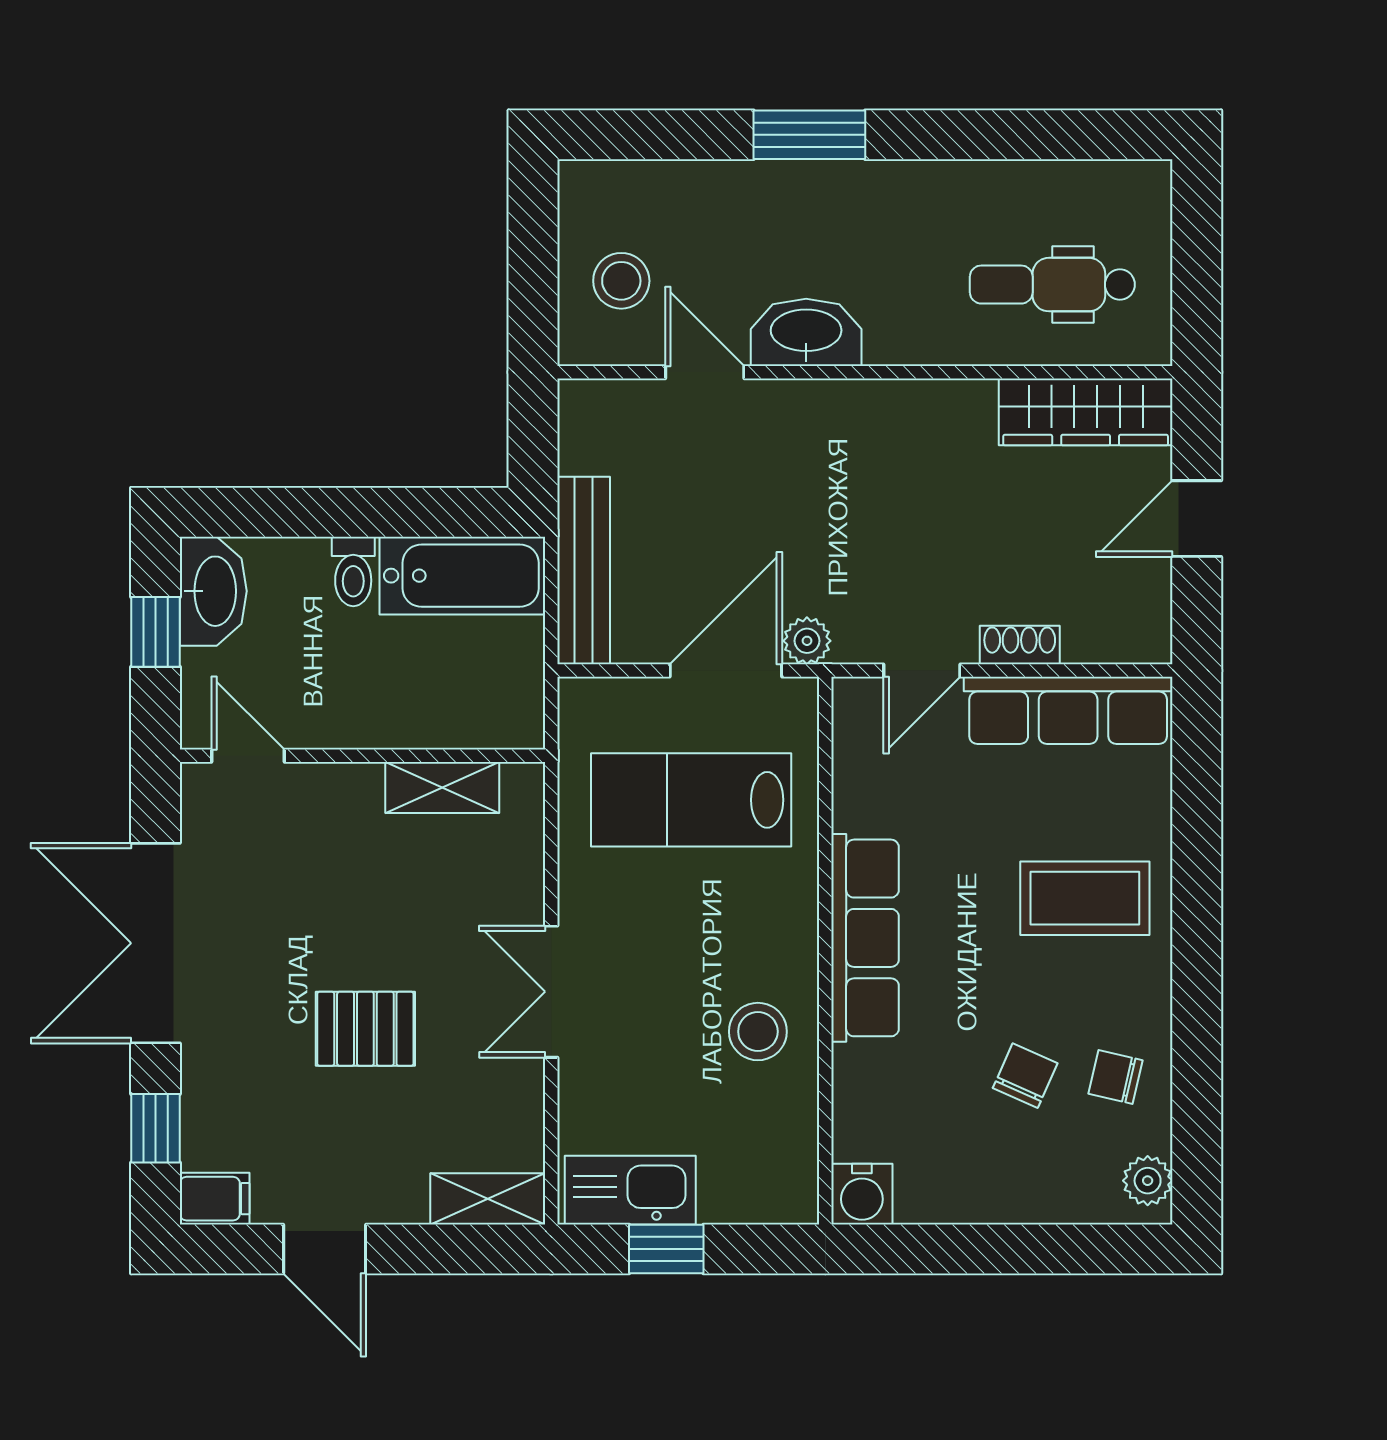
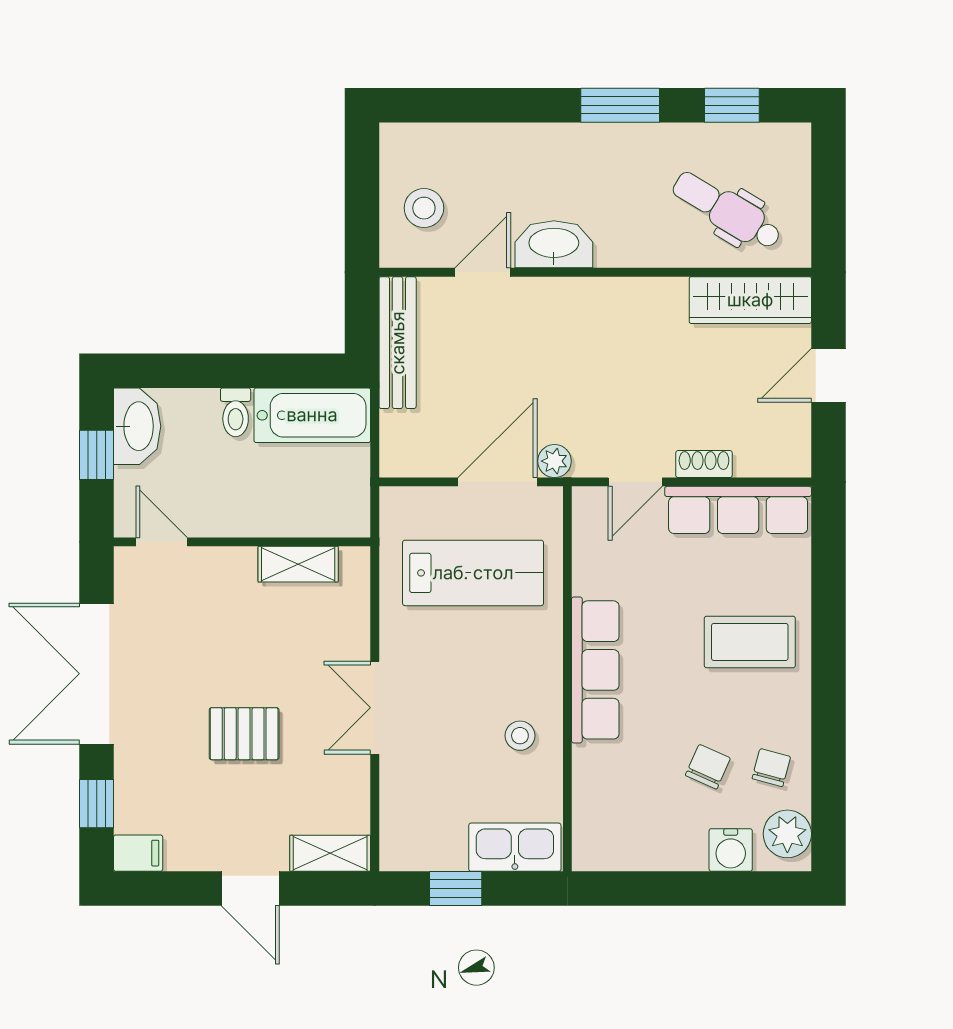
window: (809, 135) -> (620, 105), moved
window: (1059, 135) -> (732, 105), added
dental chair: (1052, 285) -> (727, 211), turned 31
door: (705, 372) -> (483, 272), hinge flipped
bench: (584, 570) -> (398, 343), moved
lab bench: (691, 800) -> (473, 573), turned 180
stool: (758, 1032) -> (520, 736), width x0.73, depth x0.73
chair: (1115, 1077) -> (771, 768), turned 92
plant: (1148, 1181) -> (787, 834), width x1.38, depth x1.38
kitchen sink: (630, 1190) -> (515, 847), moved
water cooler: (862, 1194) -> (731, 850), moved
door: (325, 1249) -> (250, 889), moved

